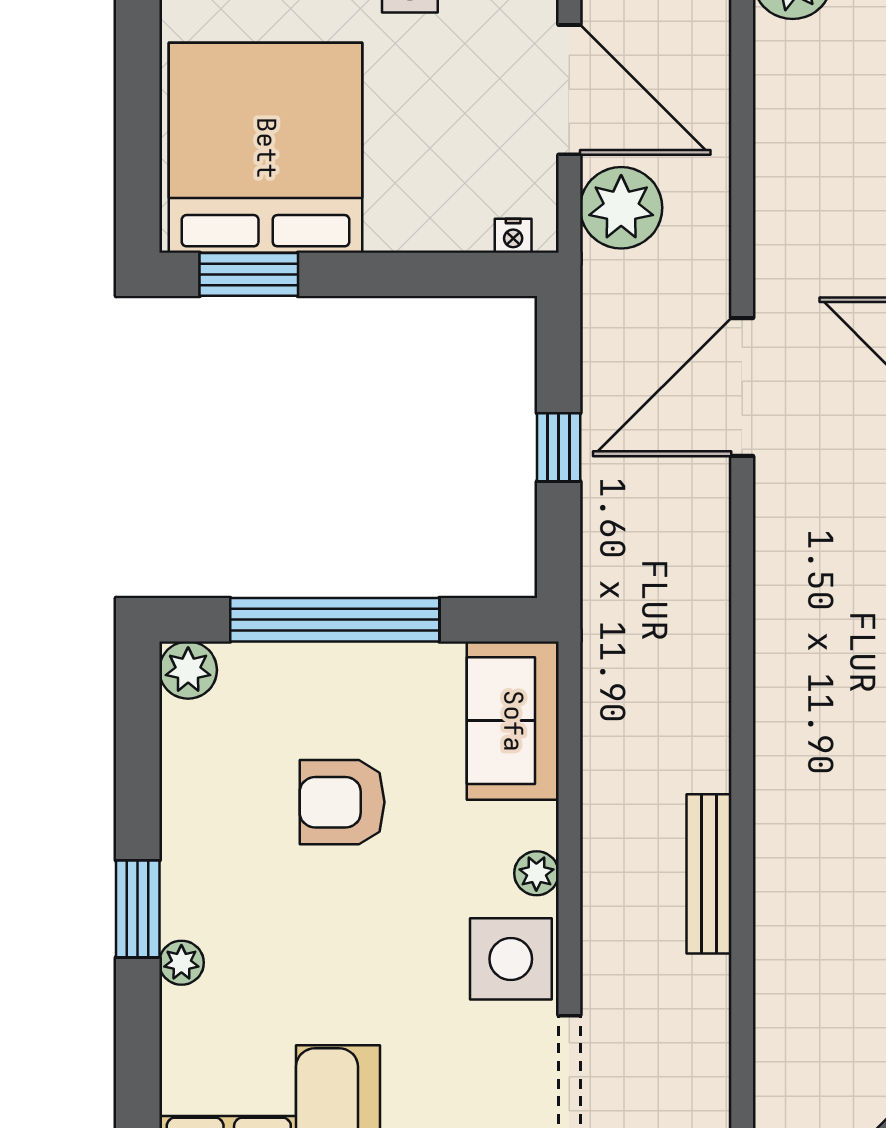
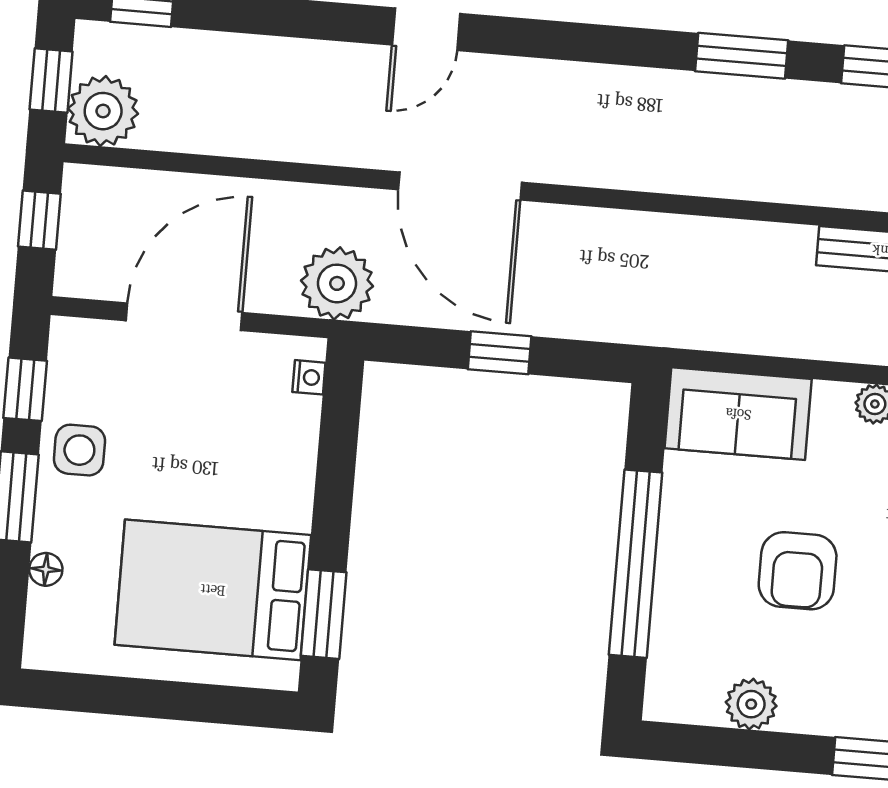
bed: (266, 148) -> (213, 590), width x0.73
plant: (621, 208) -> (337, 283), moved
plant: (188, 670) -> (751, 704), moved

